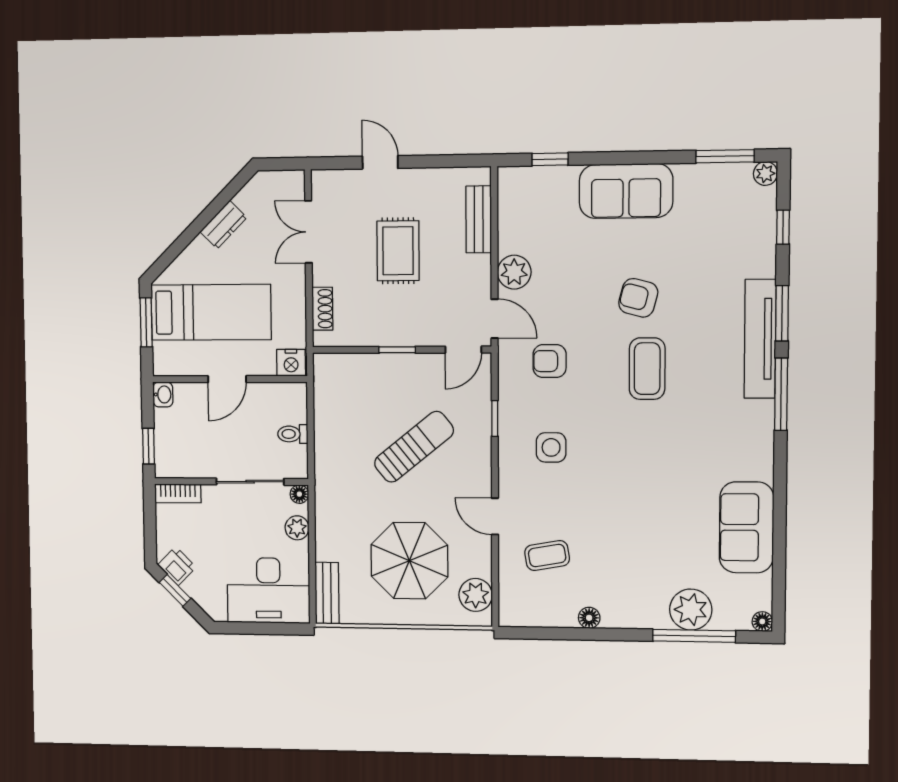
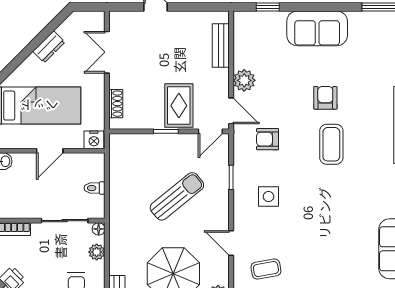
rug: (398, 251) -> (179, 106), moved
armchair: (638, 298) -> (325, 98), turned 75

